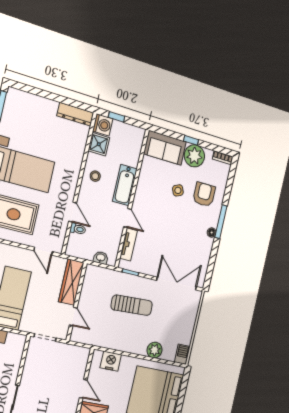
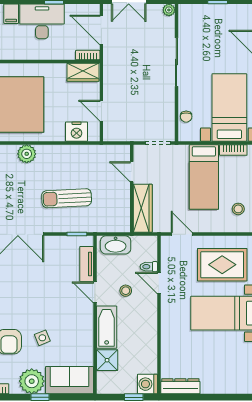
shower: (99, 144) -> (107, 360), moved
stool: (95, 176) -> (126, 291), moved
washbasin: (101, 258) -> (116, 245), width x1.91, depth x1.45
chair: (15, 356) -> (186, 117), added
door: (83, 389) -> (101, 111), moved

